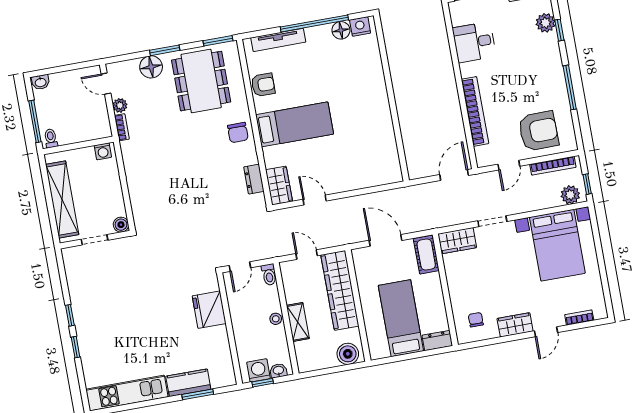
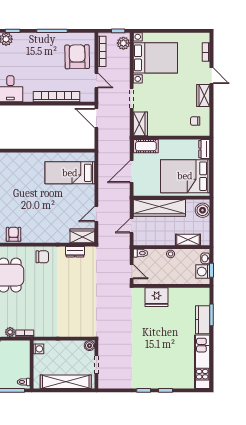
bed: (295, 124) -> (70, 173), moved, turned -90
bed: (401, 318) -> (185, 176), width x1.50
shelving: (298, 322) -> (188, 240), moved

